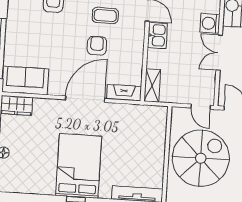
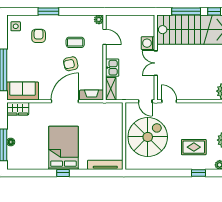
kitchen sink: (157, 35) -> (112, 68), moved
armchair: (97, 46) -> (71, 64), turned -103

